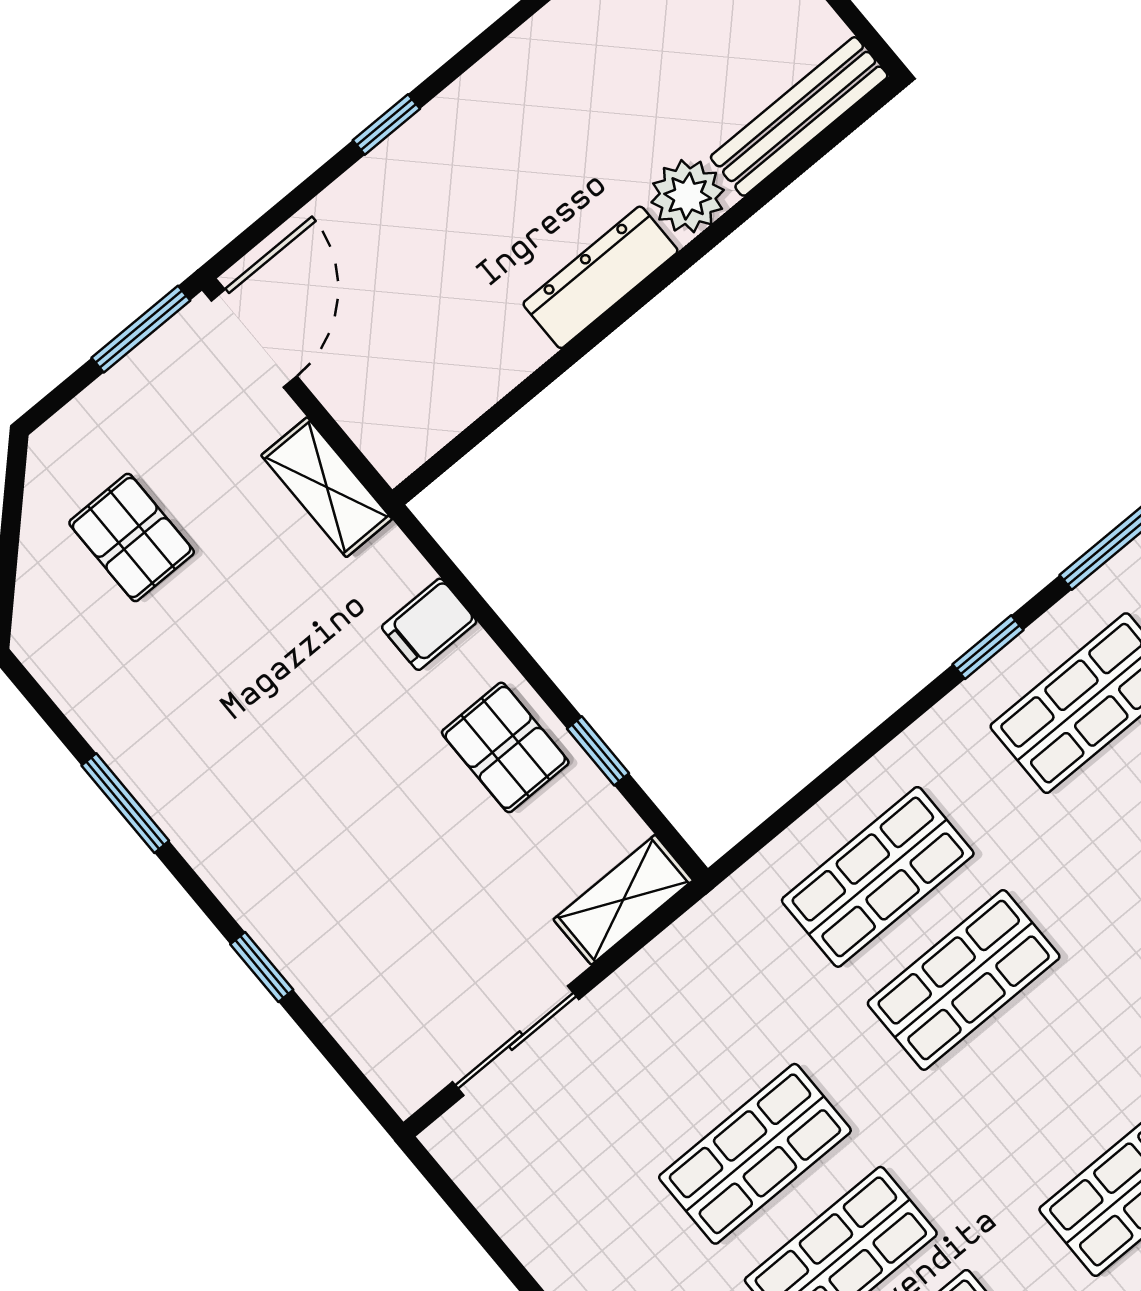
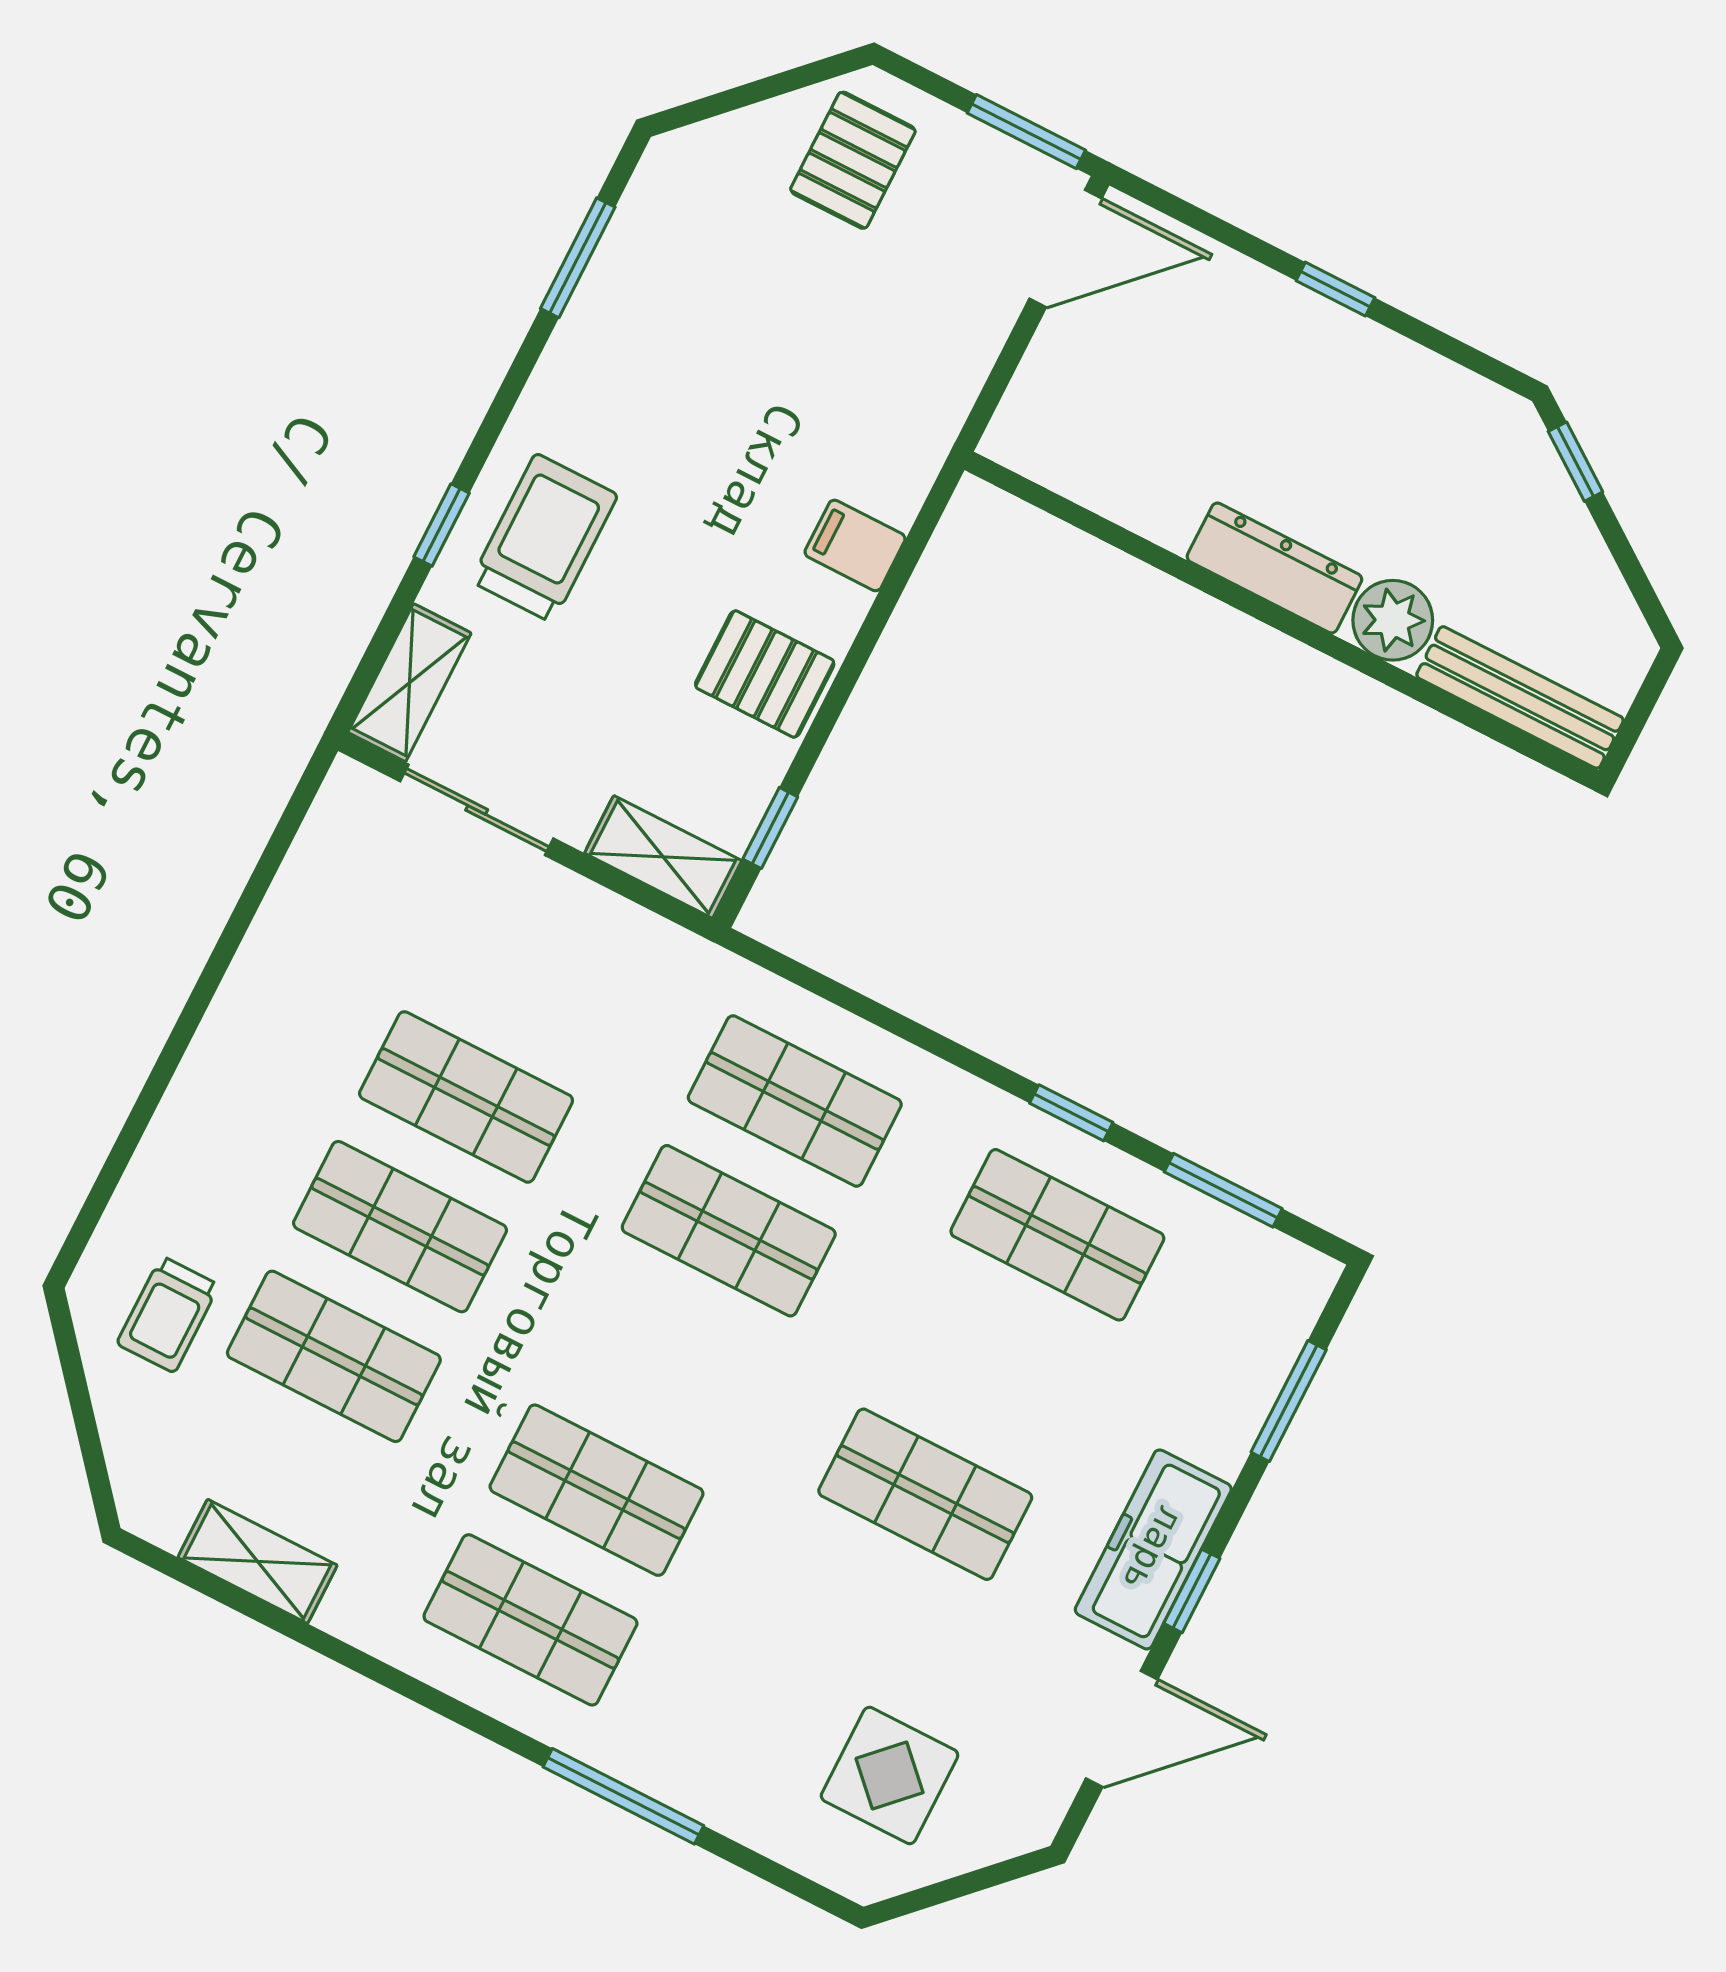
shelving: (327, 487) -> (409, 683), moved
pallet: (132, 538) -> (853, 160), moved
pallet: (505, 747) -> (765, 674), turned 90
window: (598, 751) -> (770, 828), moved
window: (125, 803) -> (578, 258), moved
trolley: (310, 885) -> (544, 538), added

